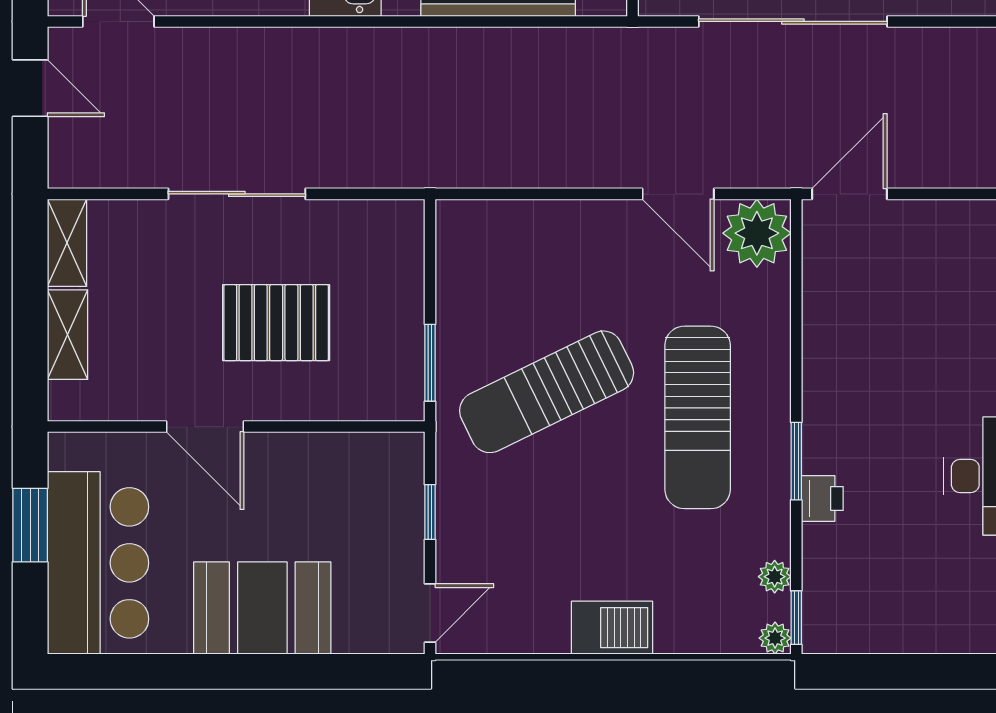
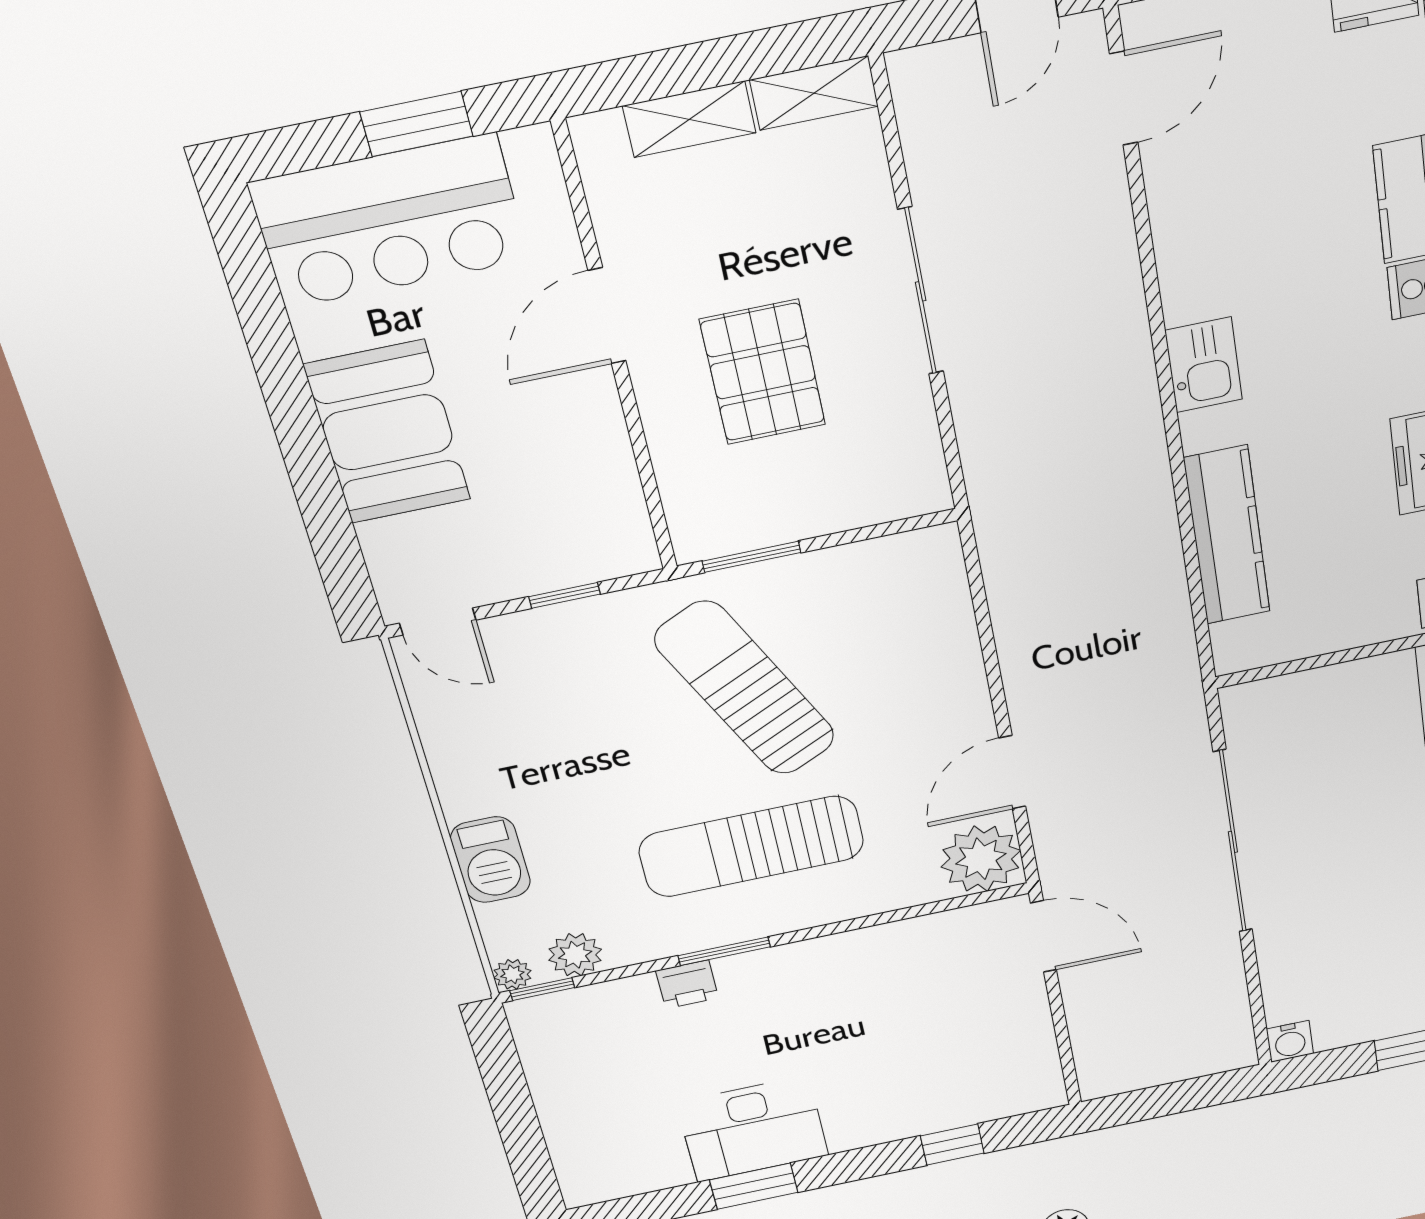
plant: (775, 577) -> (575, 955), width x1.38, depth x1.38
barbecue: (612, 628) -> (490, 860), moved

